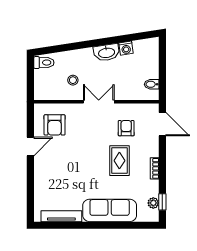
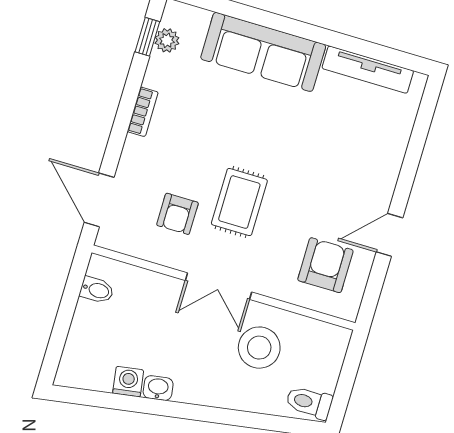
washbasin: (106, 52) -> (158, 388), width x0.52, depth x0.69
stool: (73, 80) -> (259, 348), width x1.89, depth x1.89
rug: (119, 161) -> (239, 202), moved

